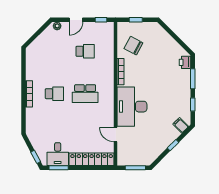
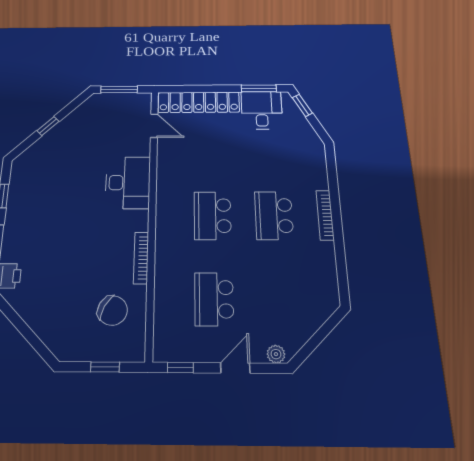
school desk: (85, 51) -> (214, 299), width x1.85
school desk: (54, 94) -> (274, 215), width x1.85
school desk: (85, 94) -> (213, 216), turned -90
desk: (132, 107) -> (128, 183), width x0.73, depth x0.77
filing cabinet: (181, 125) -> (30, 159), removed
door: (116, 135) -> (154, 126), moved

